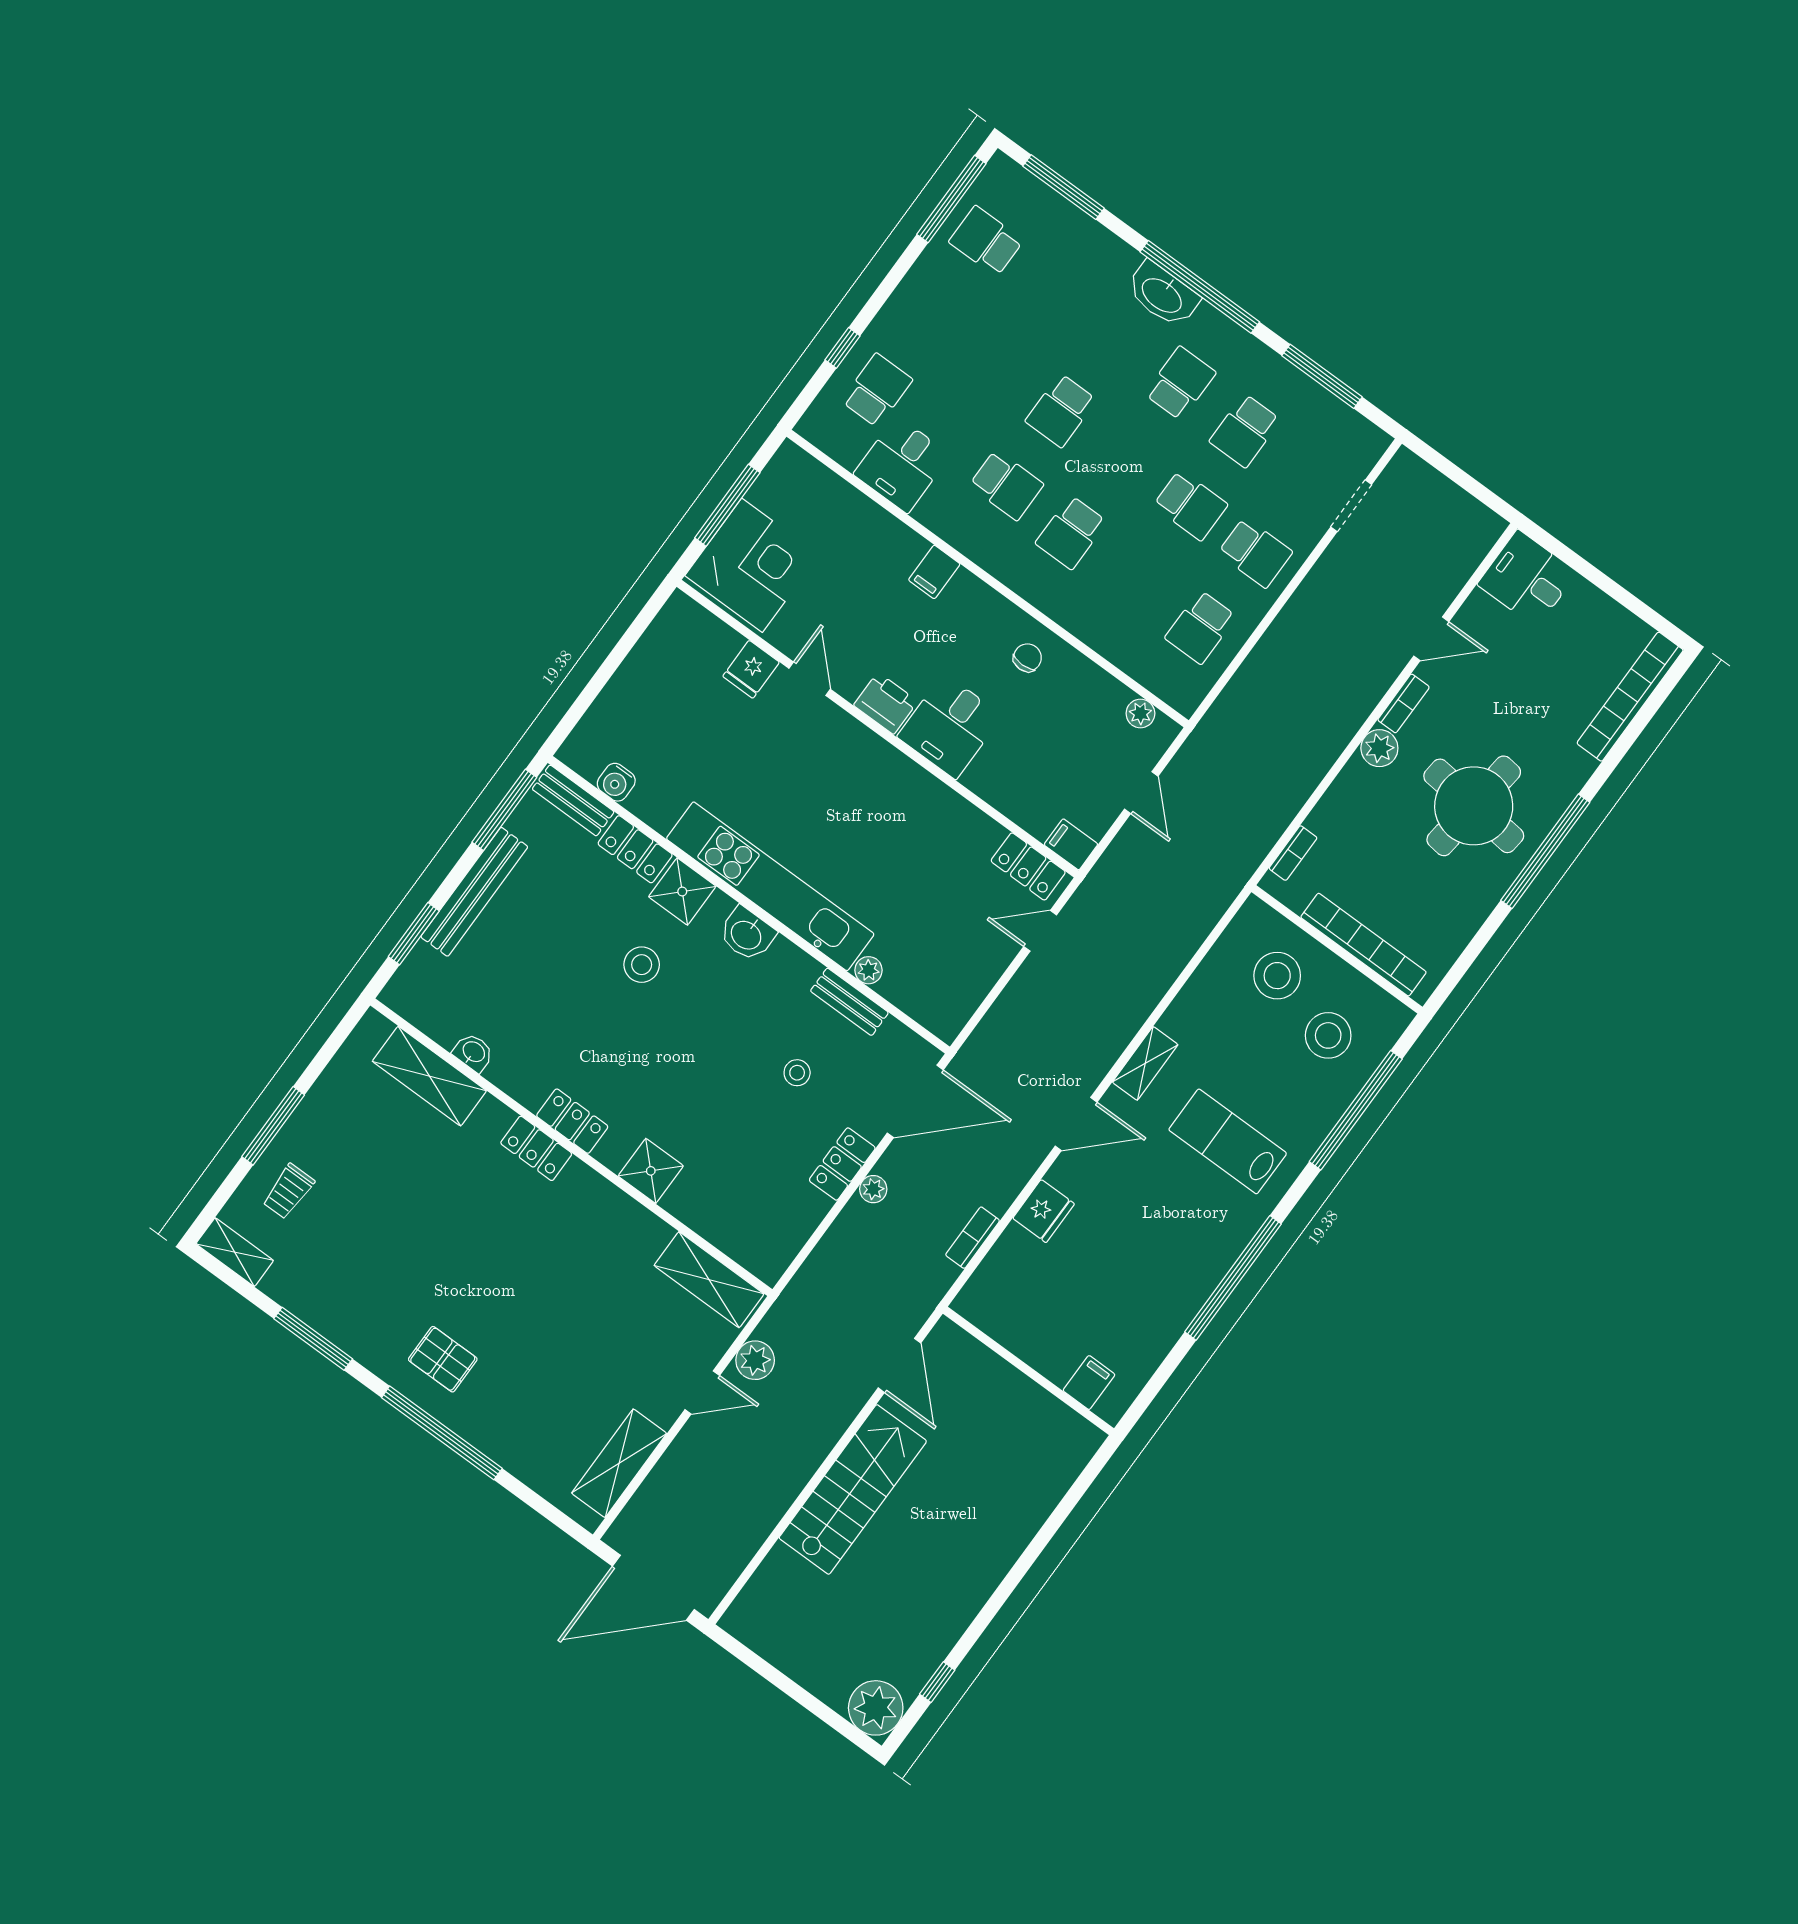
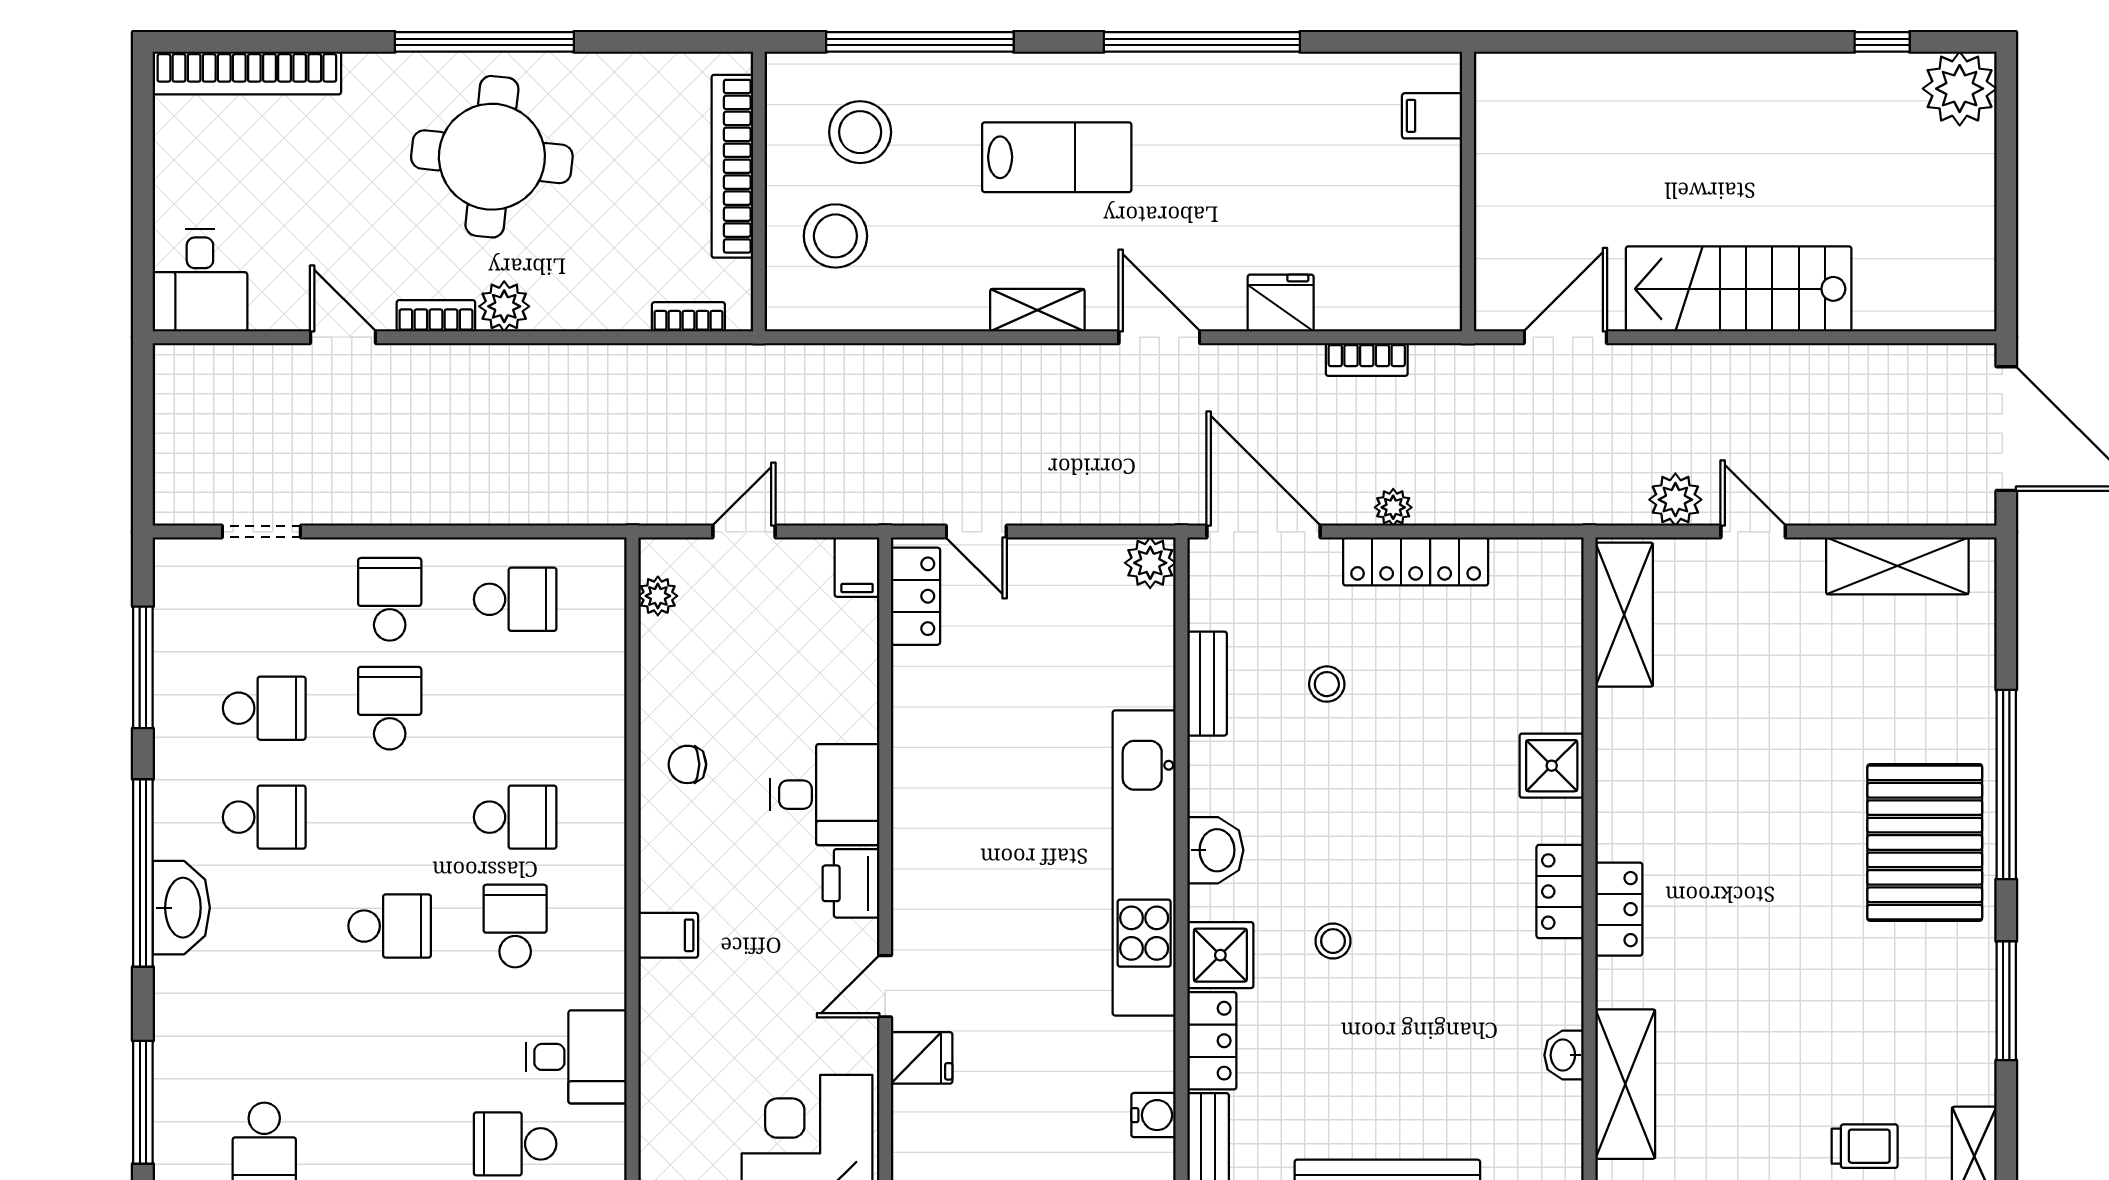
school desk: (1180, 383) -> (264, 817), turned 180
stool: (642, 965) -> (1333, 941), width x0.73, depth x0.73
plant: (869, 970) -> (1150, 563), moved, width x1.38, depth x1.38
lab bench: (1228, 1141) -> (1057, 157), turned -90
locker: (842, 1164) -> (1416, 561), width x1.53
pallet: (443, 1359) -> (1925, 842), width x2.05, depth x2.00

